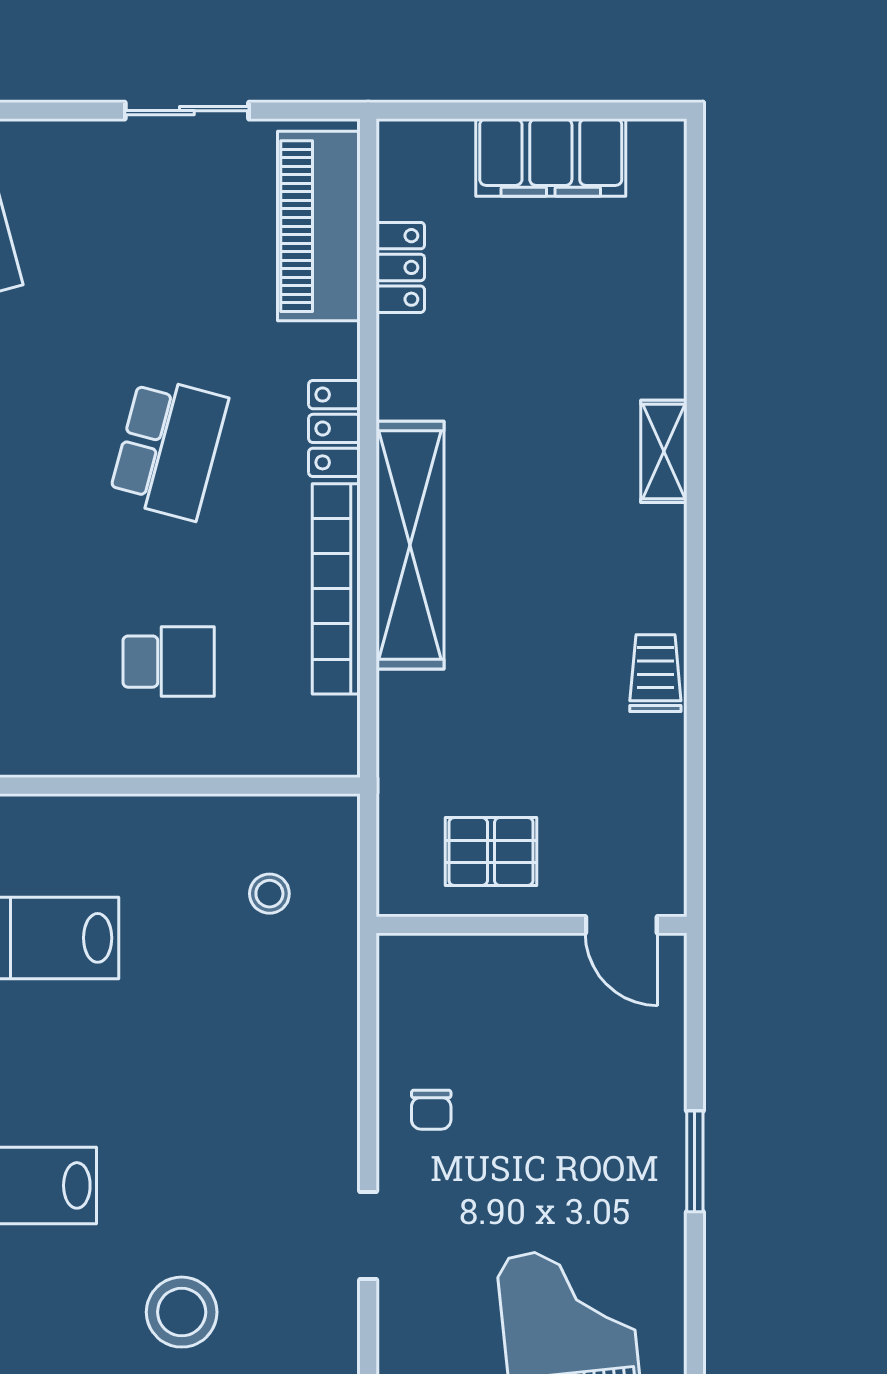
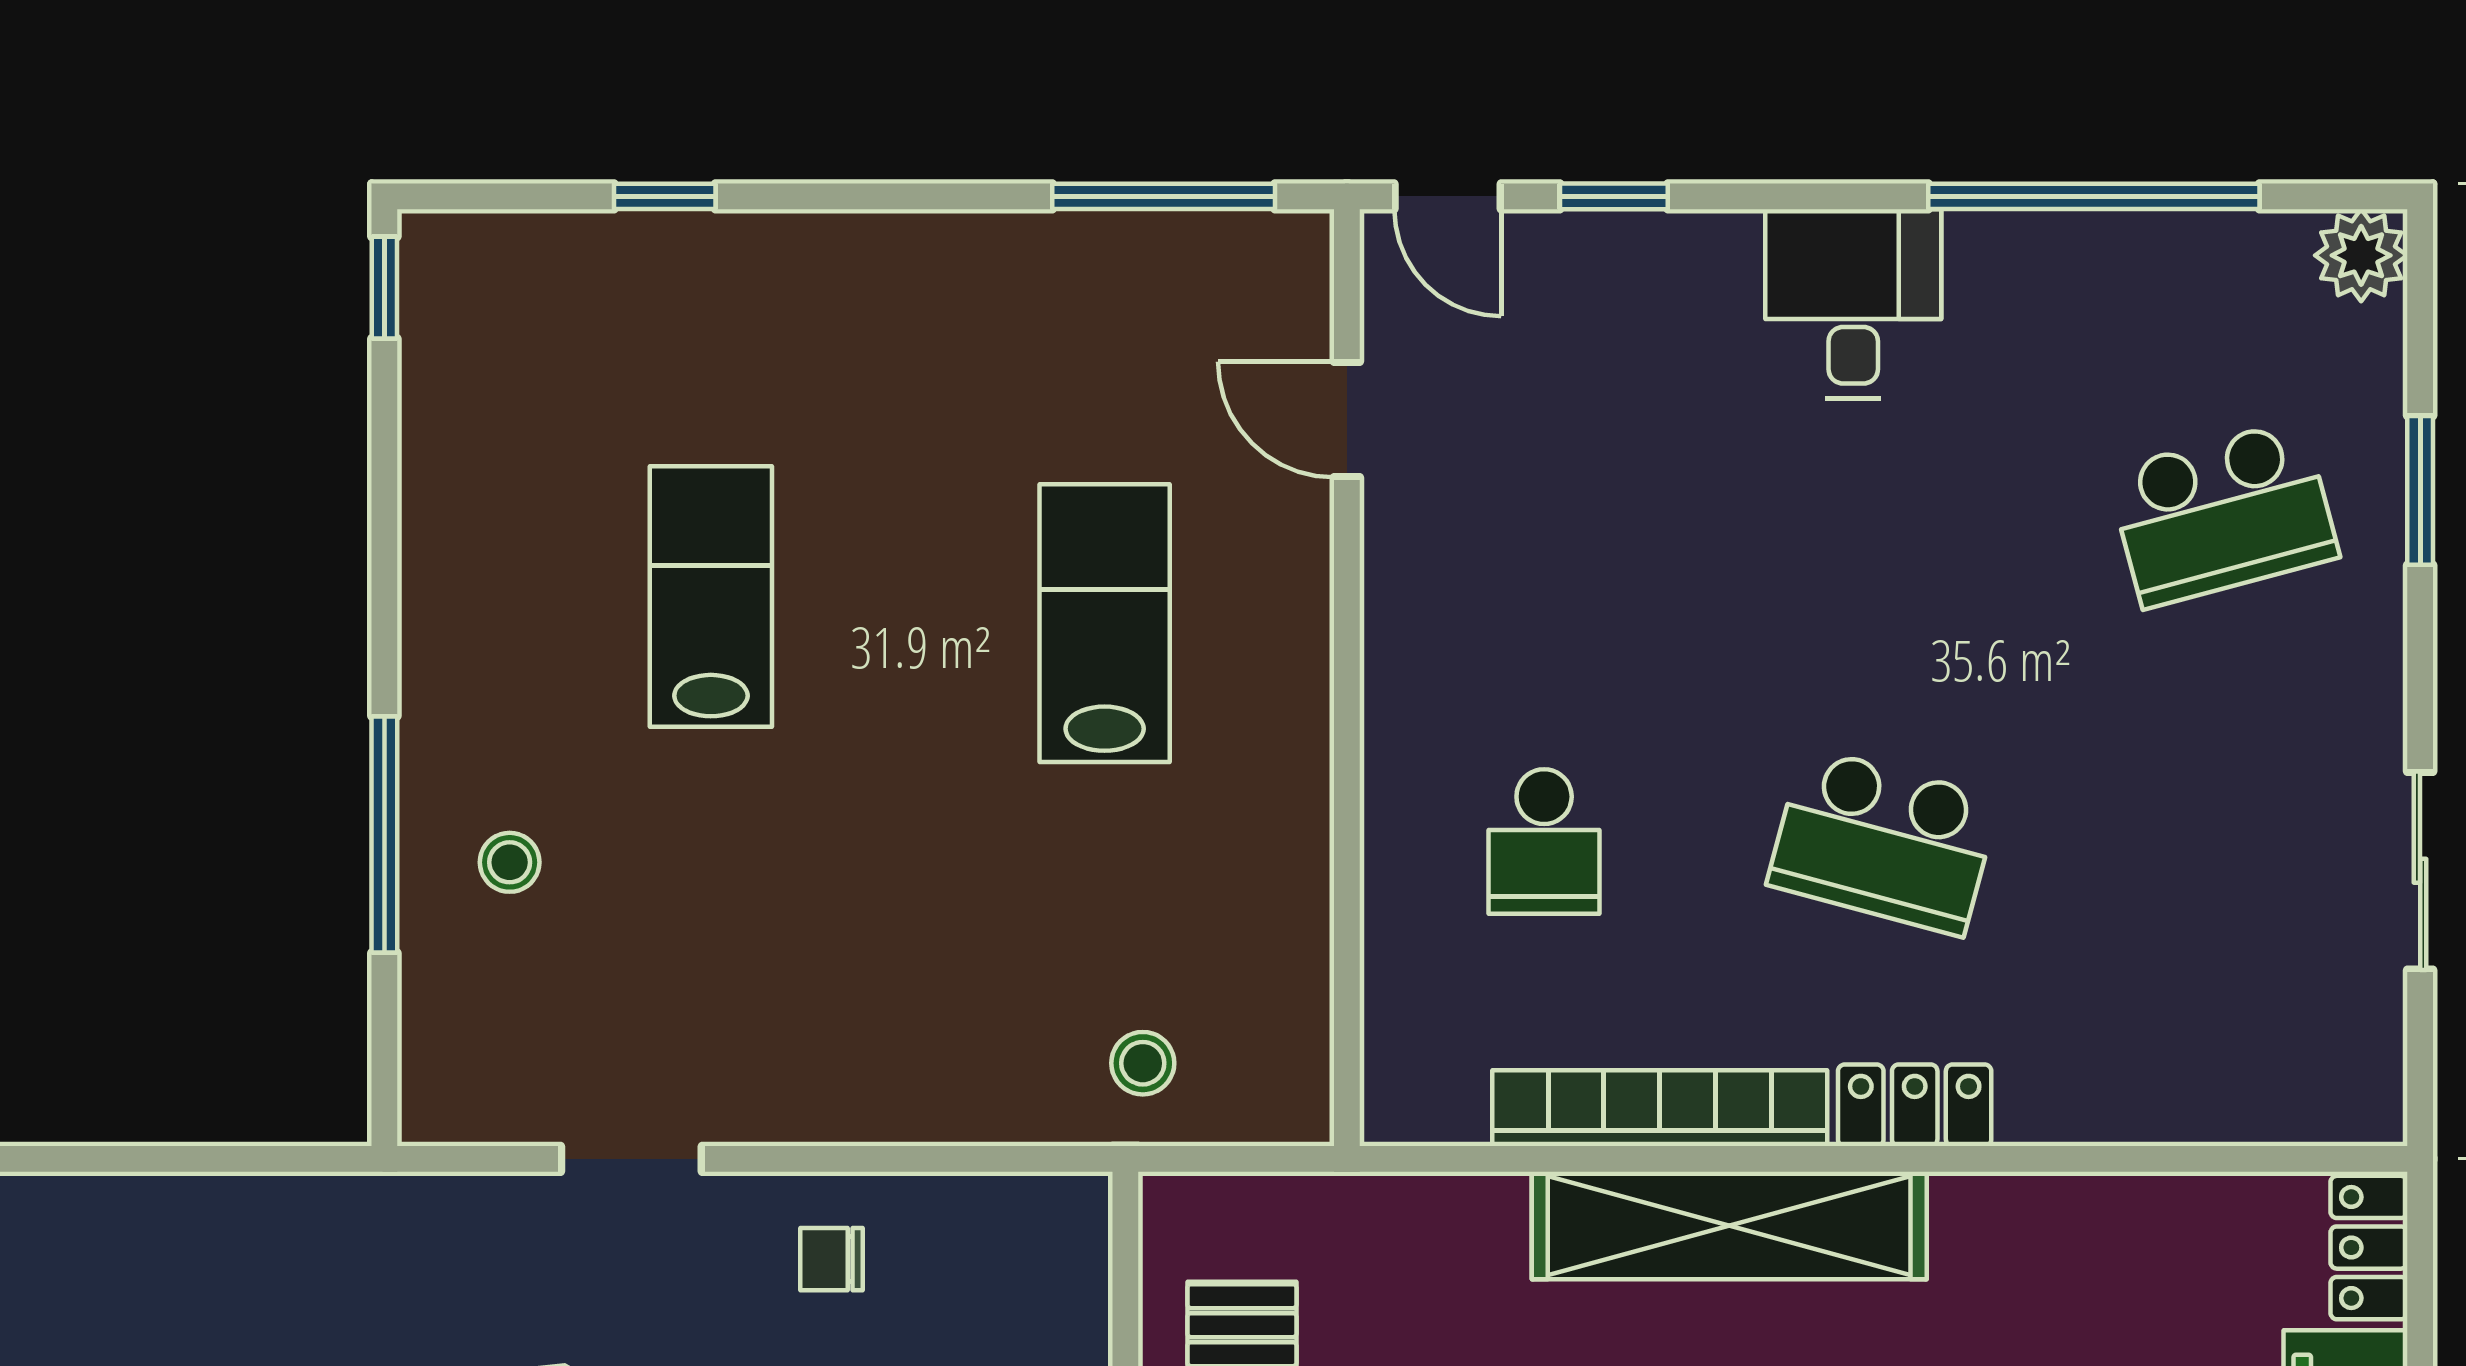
piano: (319, 226) -> (2237, 1081), removed
locker: (400, 267) -> (2369, 1248), moved, turned 90
stool: (269, 894) -> (1143, 1063), moved
stool: (182, 1312) -> (510, 862), width x0.53, depth x0.53

